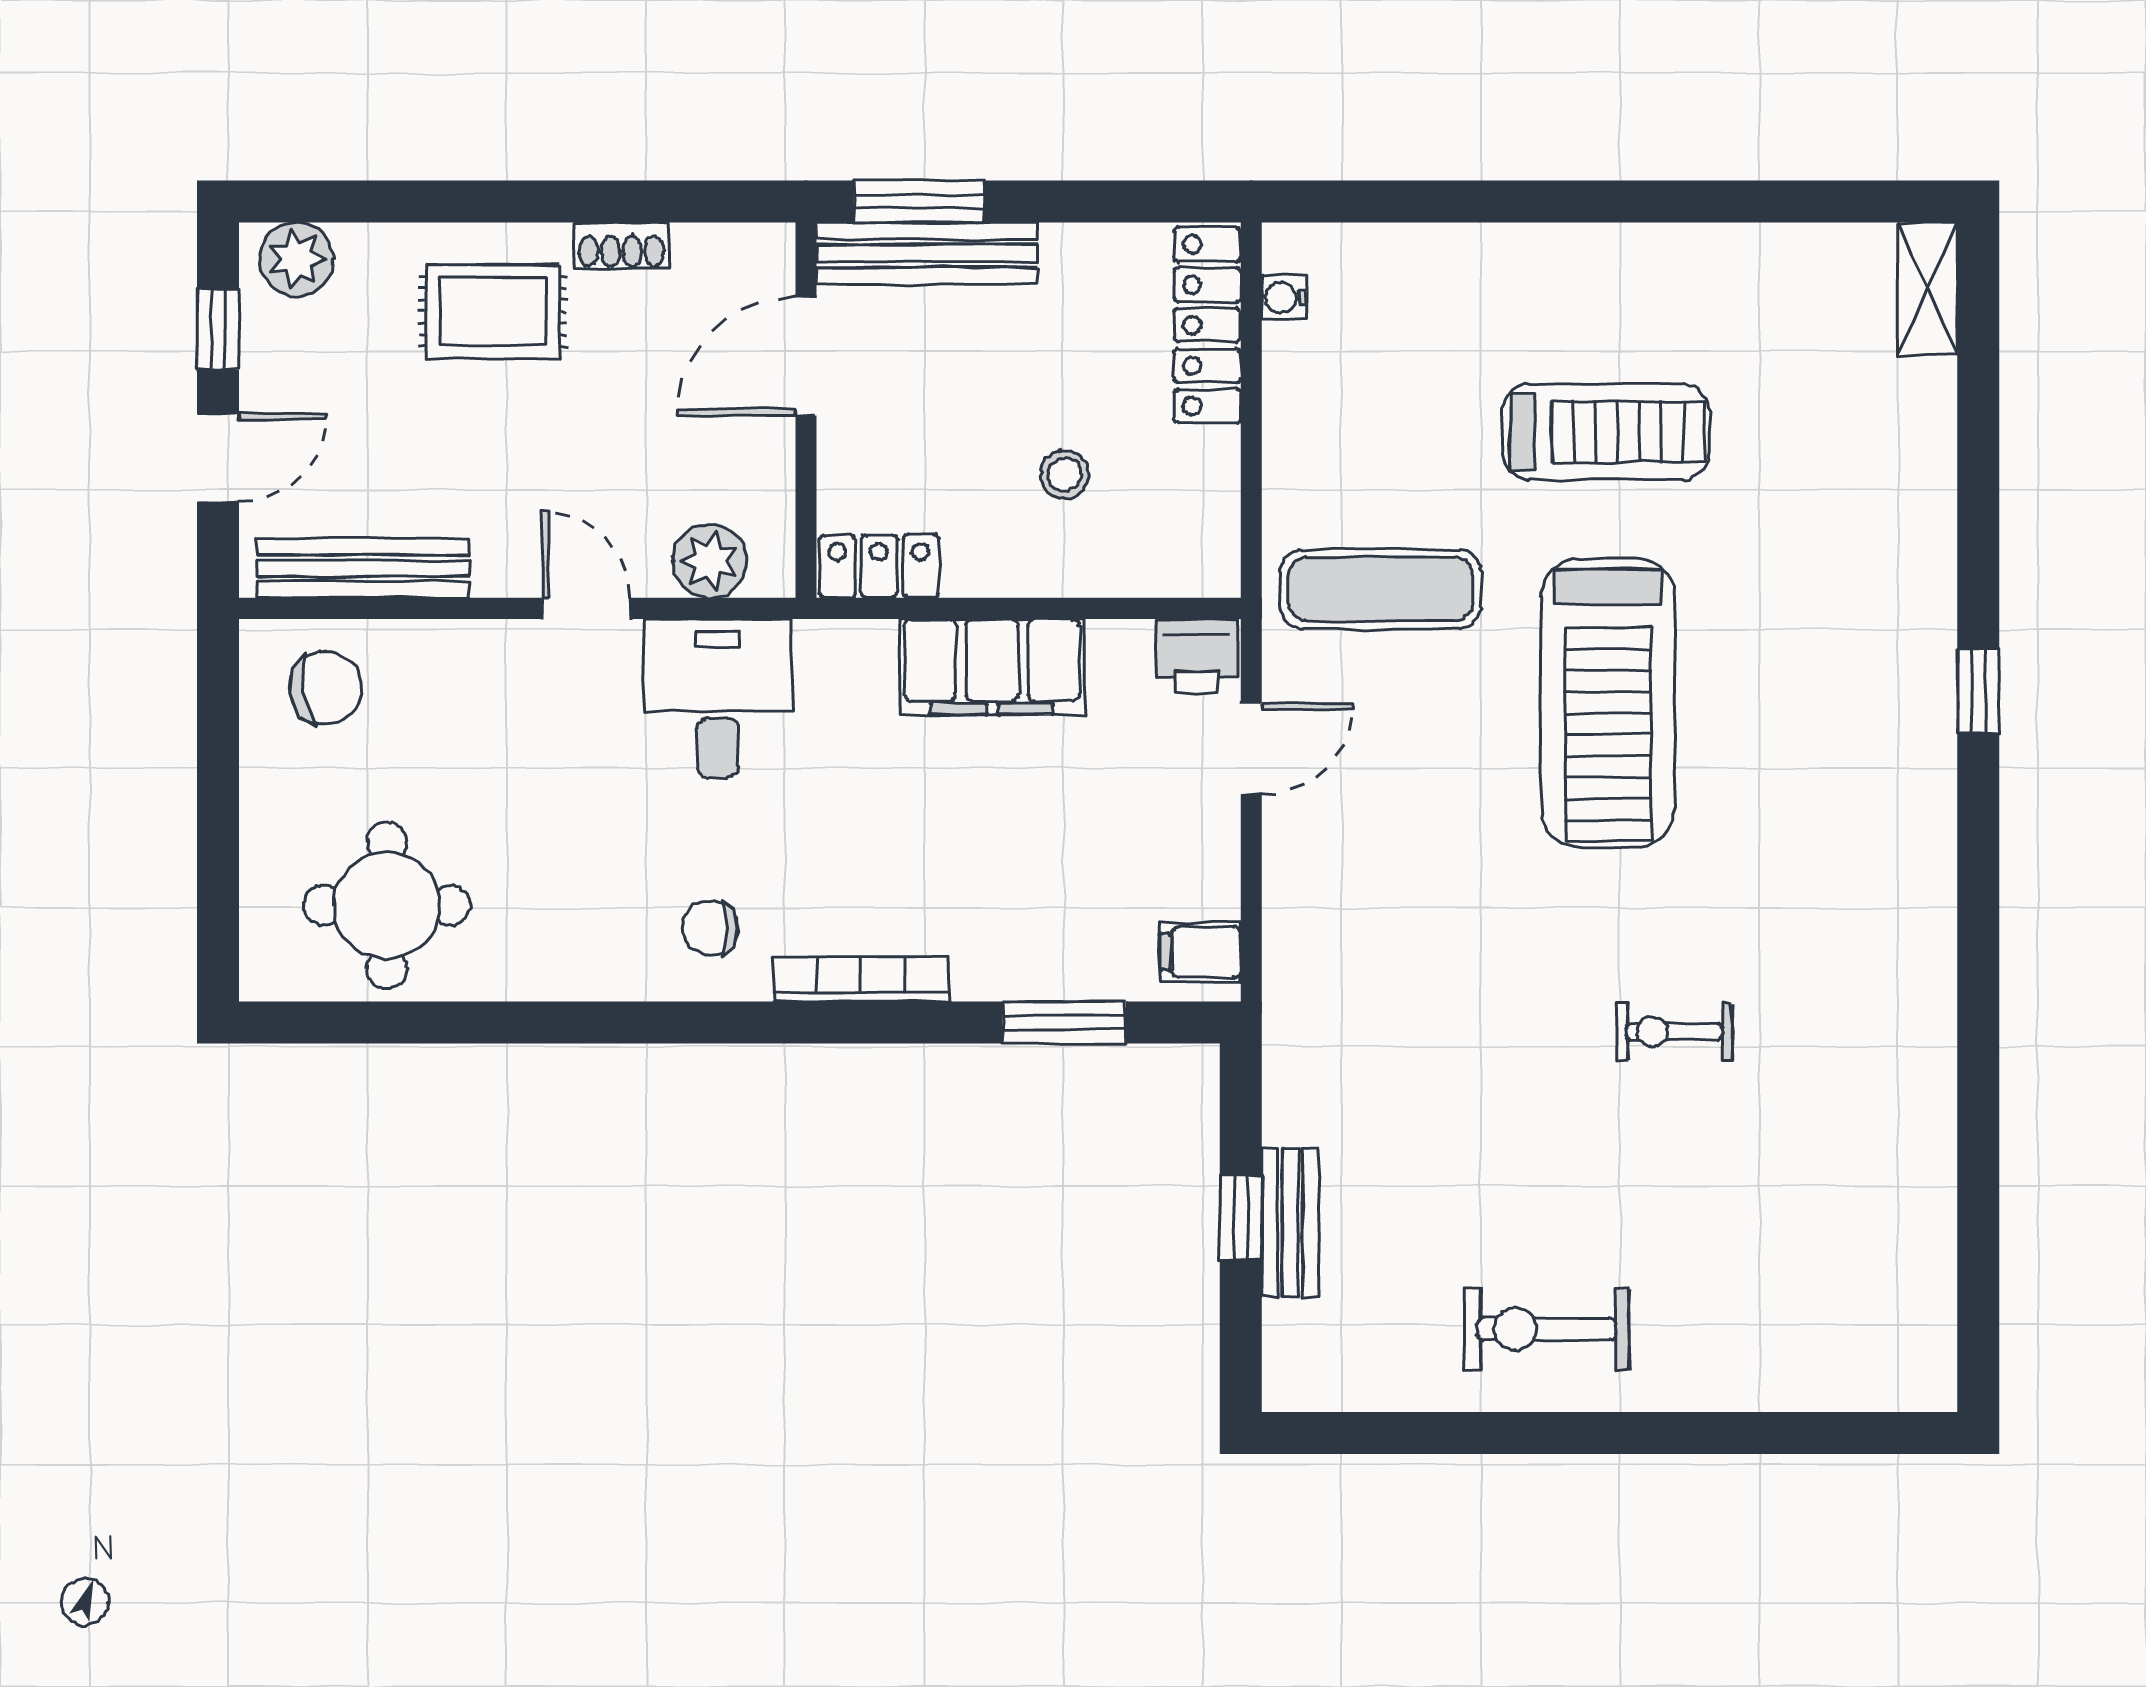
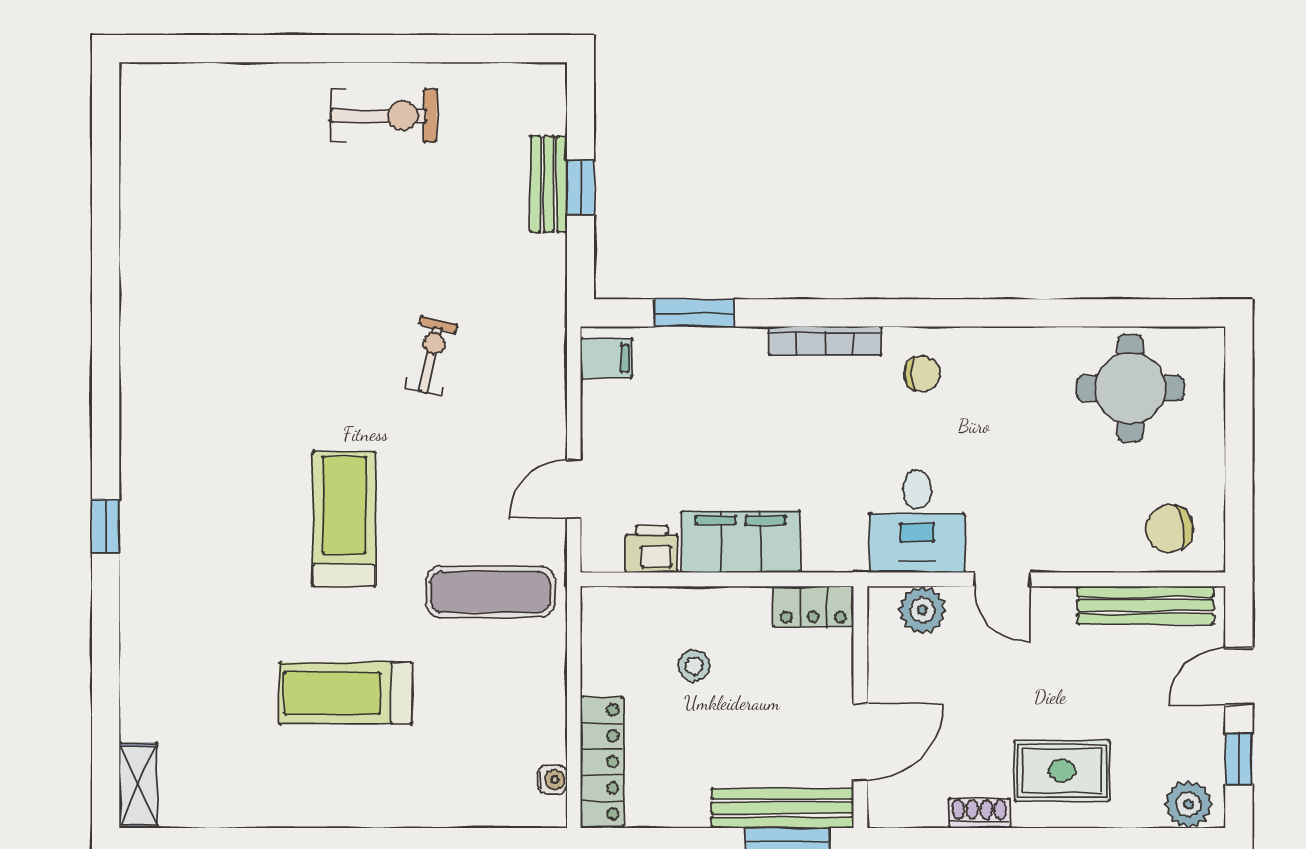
printer: (1197, 656) -> (651, 549), moved
treadmill: (1608, 703) -> (344, 519), width x0.73, depth x0.73
exercise bike: (1674, 1032) -> (431, 356), moved, turned -77

